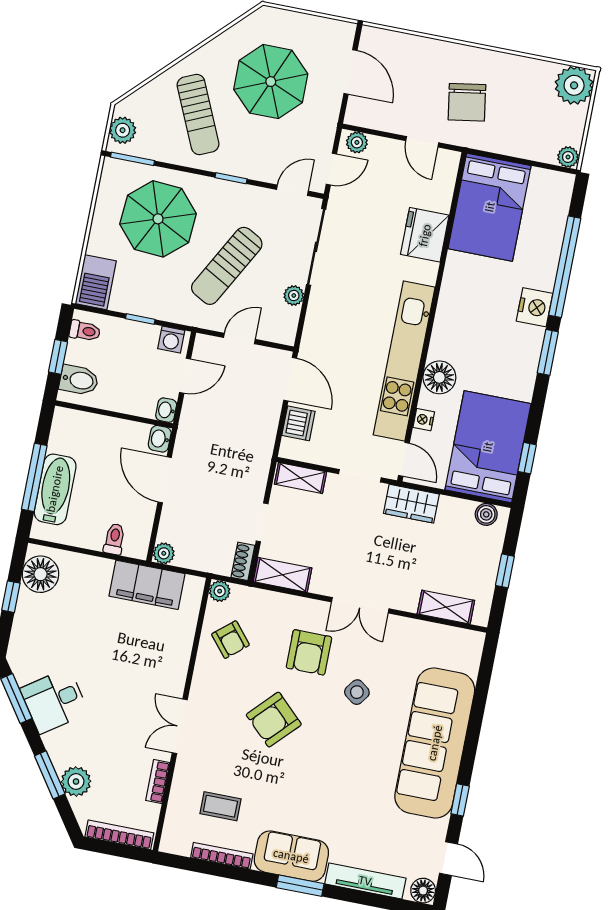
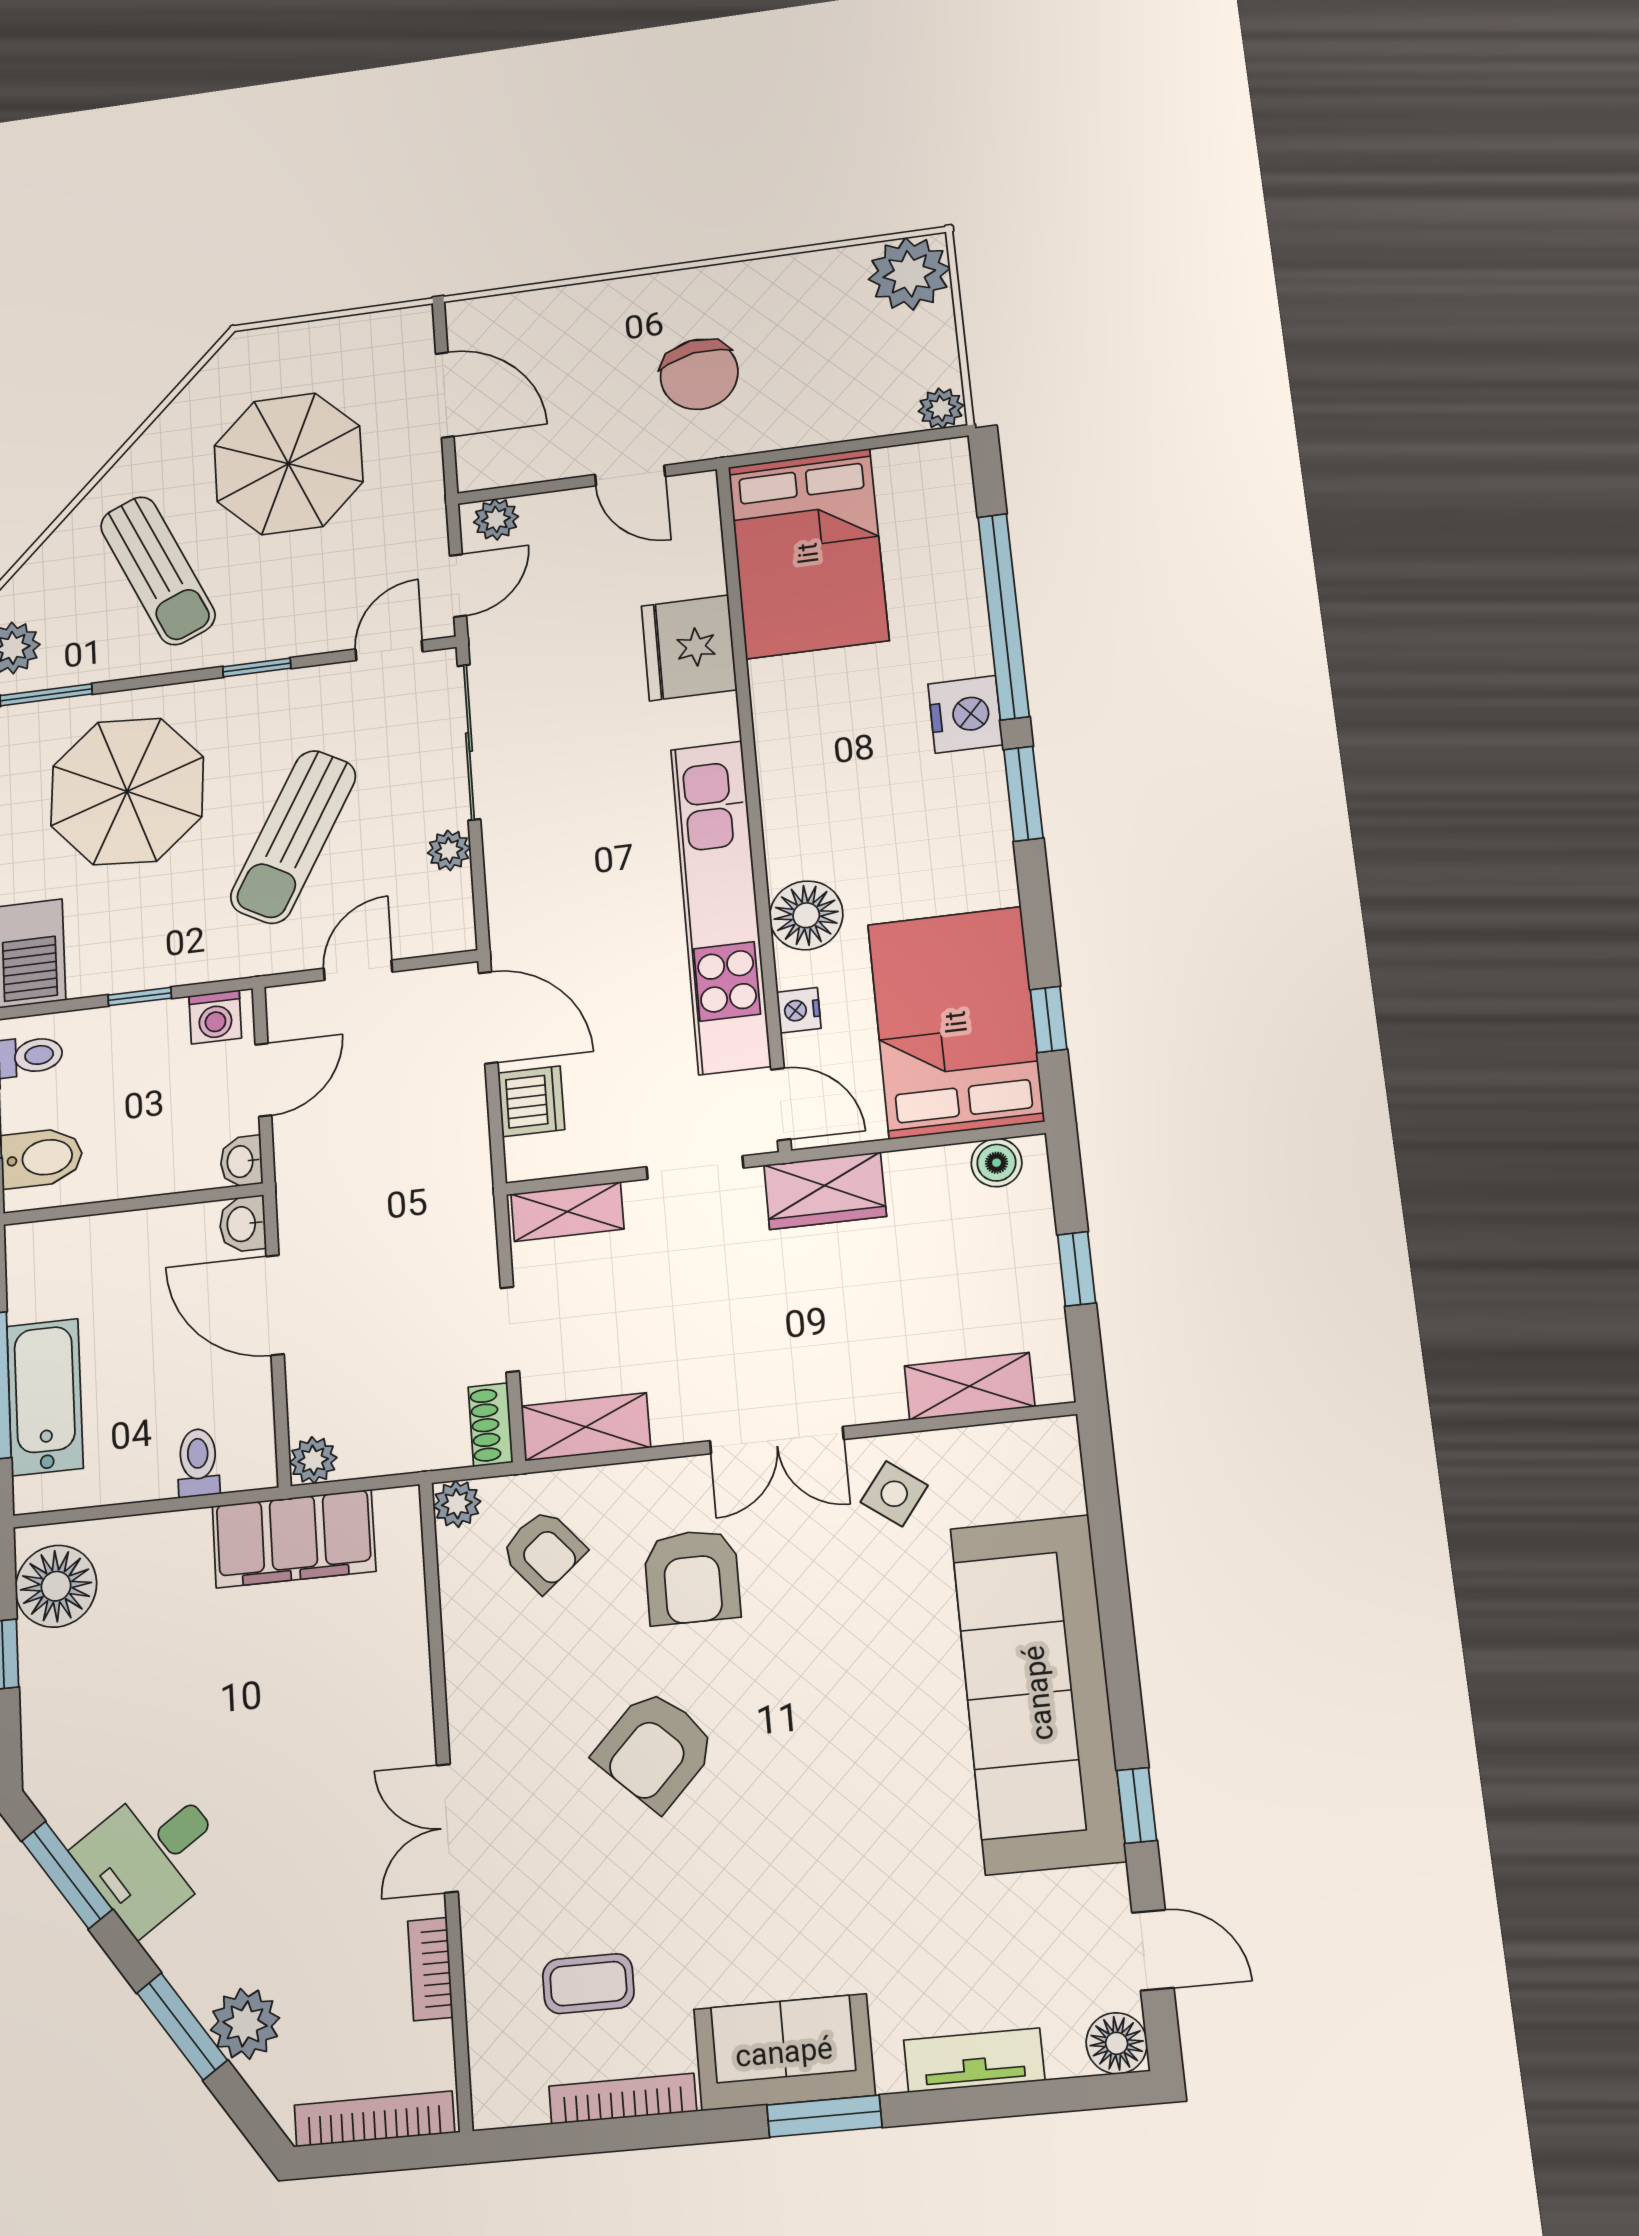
armchair: (230, 640) -> (543, 1551), moved
side table: (357, 692) -> (894, 1494), moved
tv unit: (365, 881) -> (974, 2060), width x0.71

